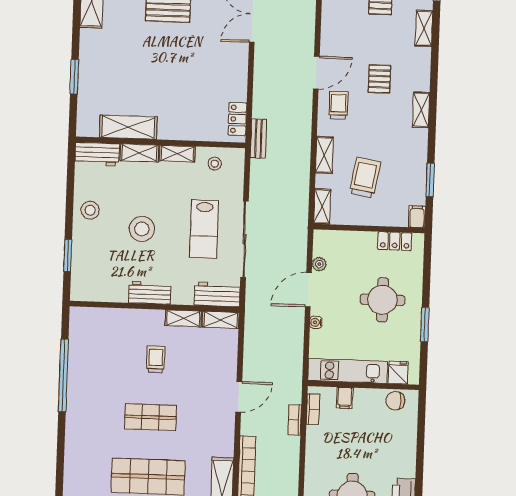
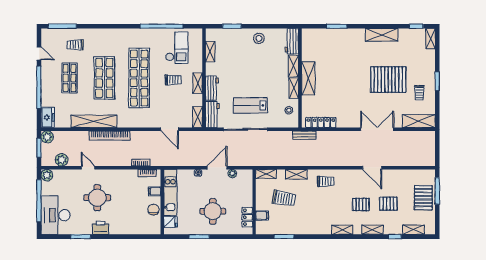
door: (316, 73) -> (372, 168), moved
pallet: (379, 79) -> (361, 204), moved
shelving: (421, 110) -> (342, 230), moved
locker: (237, 119) -> (321, 123), width x1.53
shelving: (128, 127) -> (308, 78), moved
filing cabinet: (417, 217) -> (262, 215), moved
stool: (142, 229) -> (249, 69), removed
door: (308, 290) -> (217, 168), hinge flipped
workbench: (150, 293) -> (212, 88), moved
shelving: (110, 294) -> (210, 52), added
shelving: (183, 318) -> (198, 83), moved
checkout: (101, 351) -> (177, 48), added
door: (239, 397) -> (170, 129), moved
chair: (395, 401) -> (153, 210), moved
shop shelf: (150, 417) -> (139, 78), width x2.00, depth x1.36

